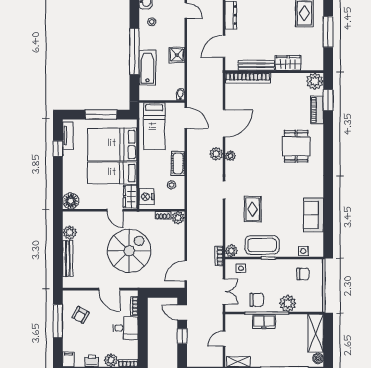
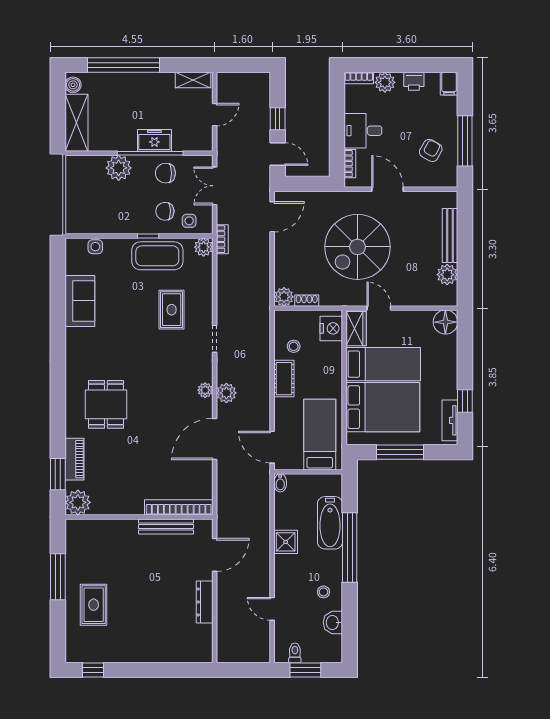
wardrobe: (288, 63) -> (118, 530), removed
chair: (303, 274) -> (165, 211), moved

